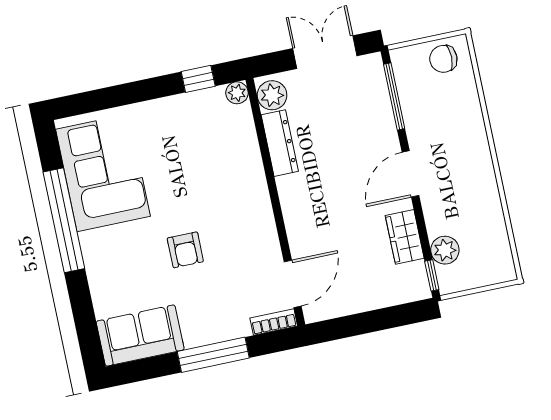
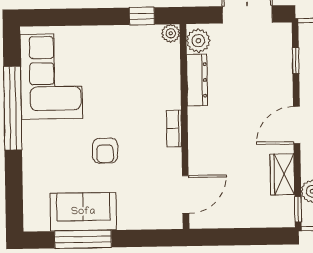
window: (394, 96) -> (296, 61), width x0.46
bookcase: (274, 322) -> (174, 128), moved, turned -90
sofa: (140, 336) -> (83, 212), moved
window: (213, 355) -> (83, 239), moved

